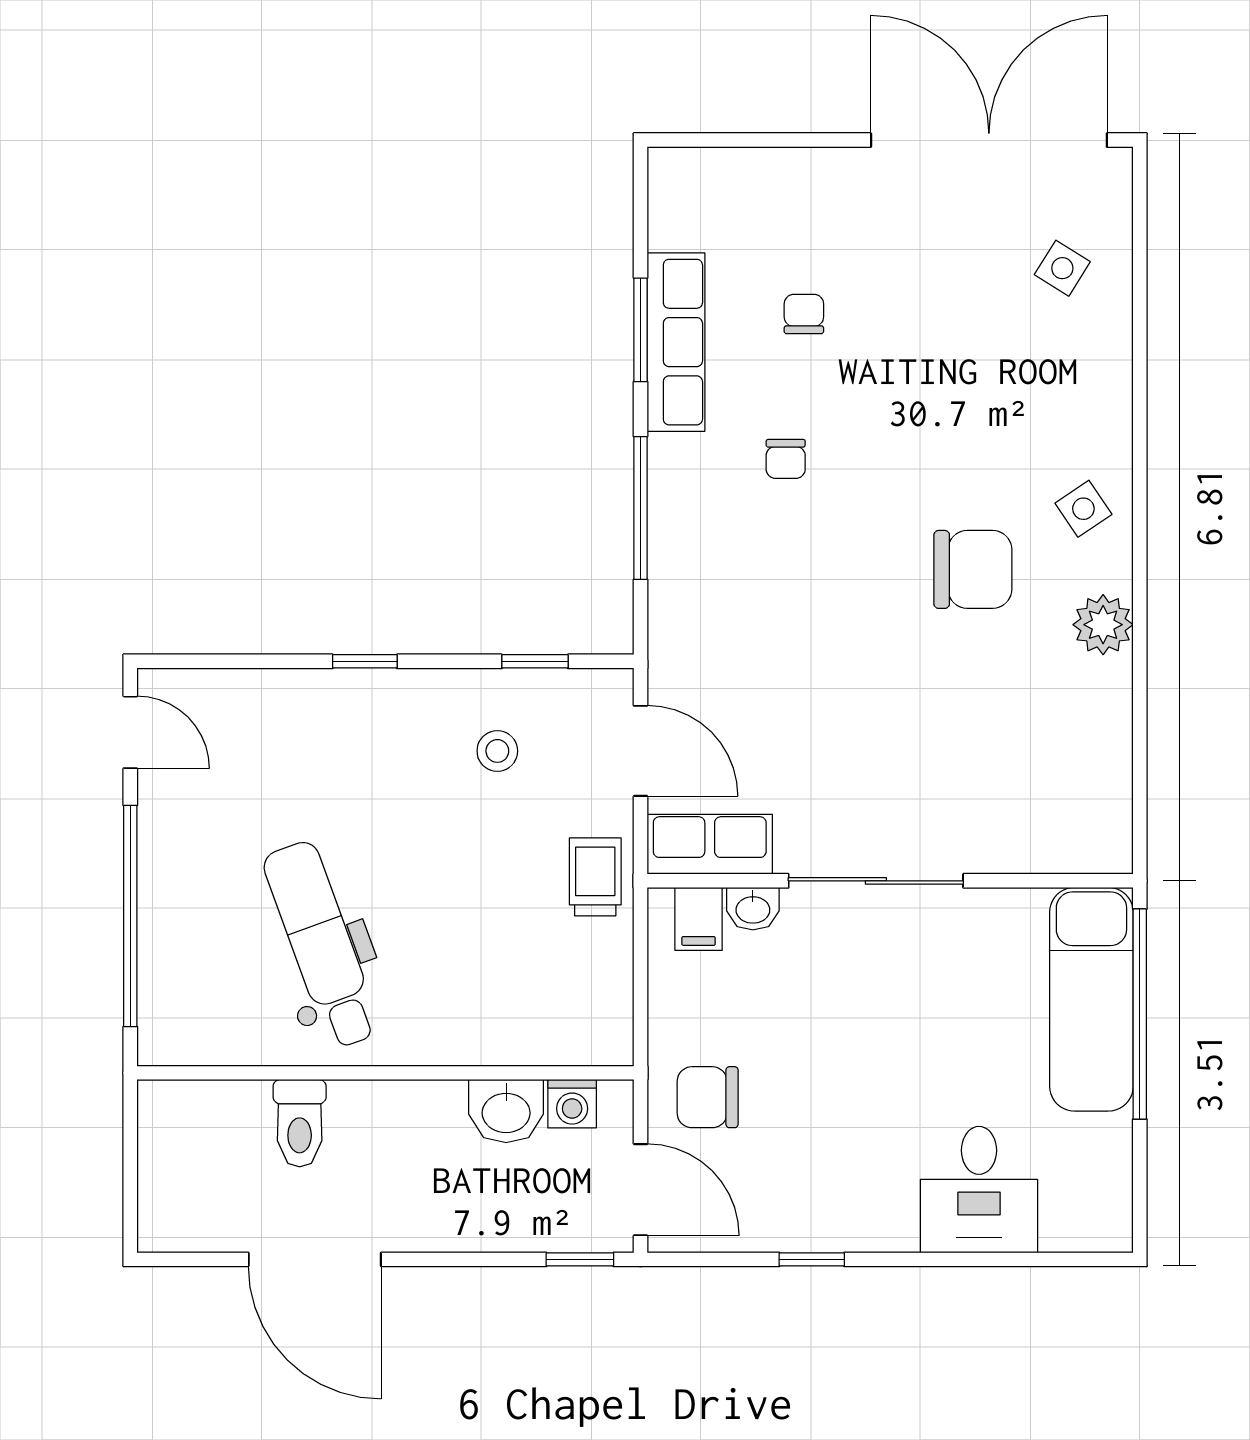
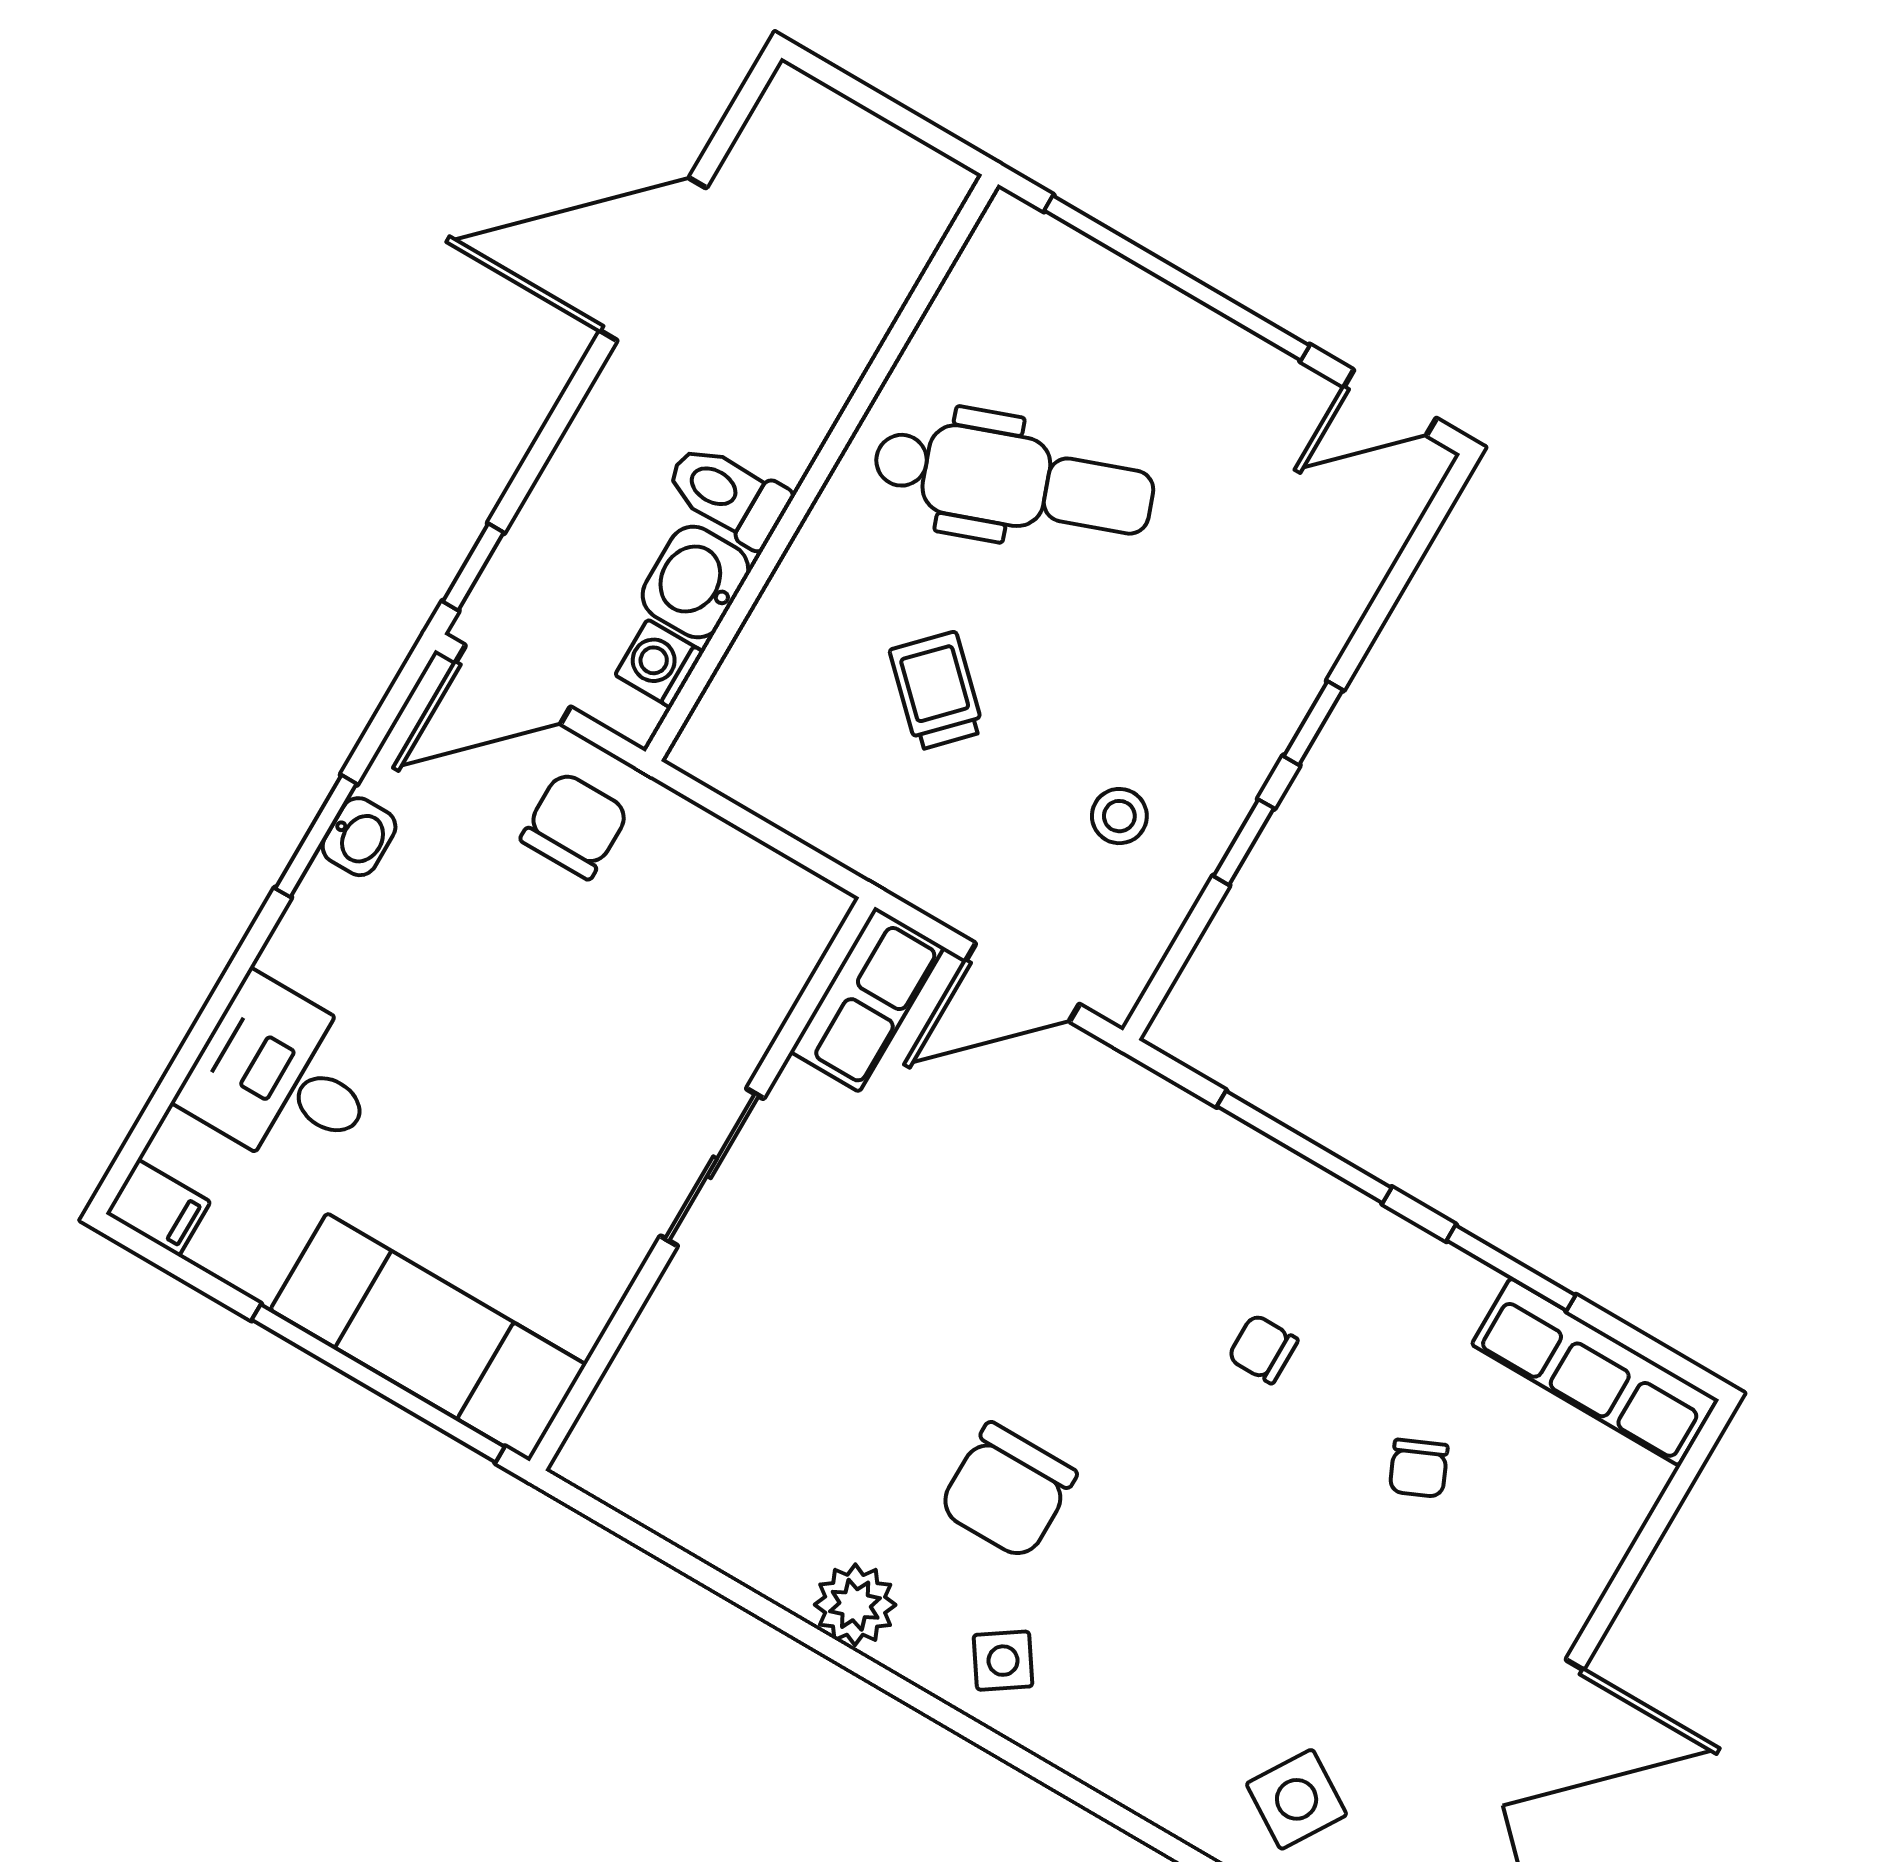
side table: (1062, 268) -> (1297, 1799), width x1.37, depth x1.37
chair: (804, 314) -> (1419, 1468), turned 66
row of seats: (676, 342) -> (1594, 1372), moved
window: (535, 661) -> (1244, 842), moved
trolley: (595, 877) -> (937, 691), moved, turned -136
sliding door: (876, 881) -> (712, 1167), width x0.73
washbasin: (753, 909) -> (359, 837), moved, turned 180
filing cabinet: (699, 919) -> (158, 1208), moved, turned 180
toilet: (300, 1123) -> (728, 495), moved
window: (812, 1259) -> (316, 836), width x1.50

